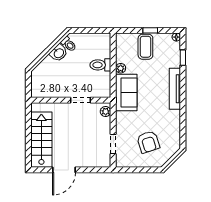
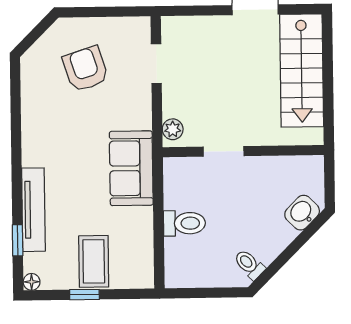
washbasin: (59, 53) -> (302, 213), moved
plant: (121, 68) -> (143, 217), removed
tv unit: (175, 89) -> (33, 210), moved

